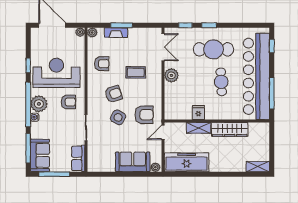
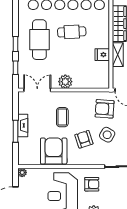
plant: (92, 33) -> (23, 160), removed
fireplace: (116, 33) -> (23, 125), moved
armchair: (102, 64) -> (54, 151), width x1.88, depth x1.88
armchair: (68, 102) -> (92, 184), turned 90
armchair: (144, 115) -> (105, 109), turned -86

